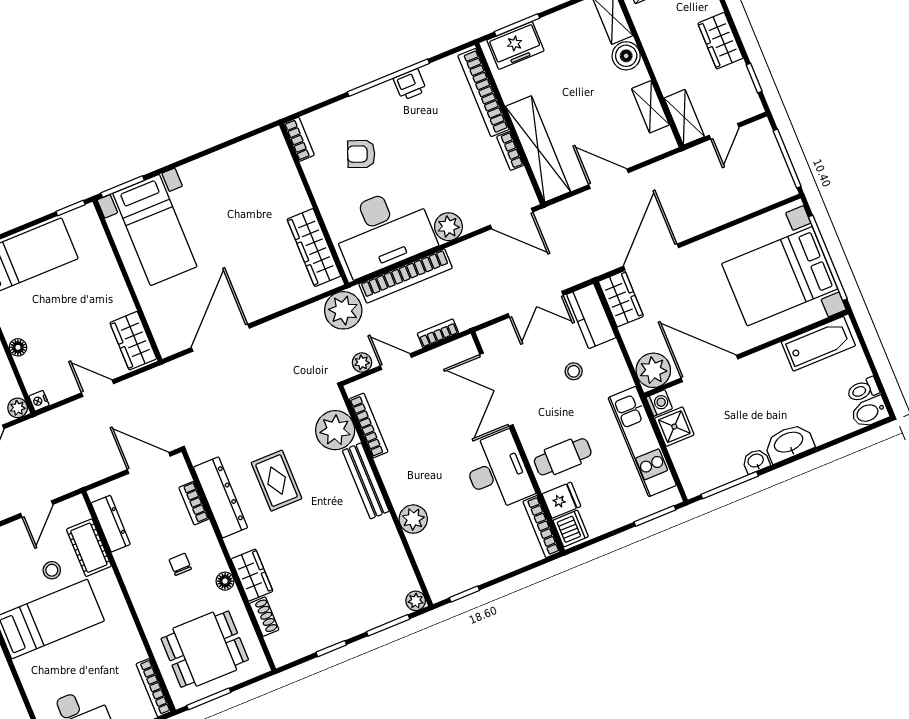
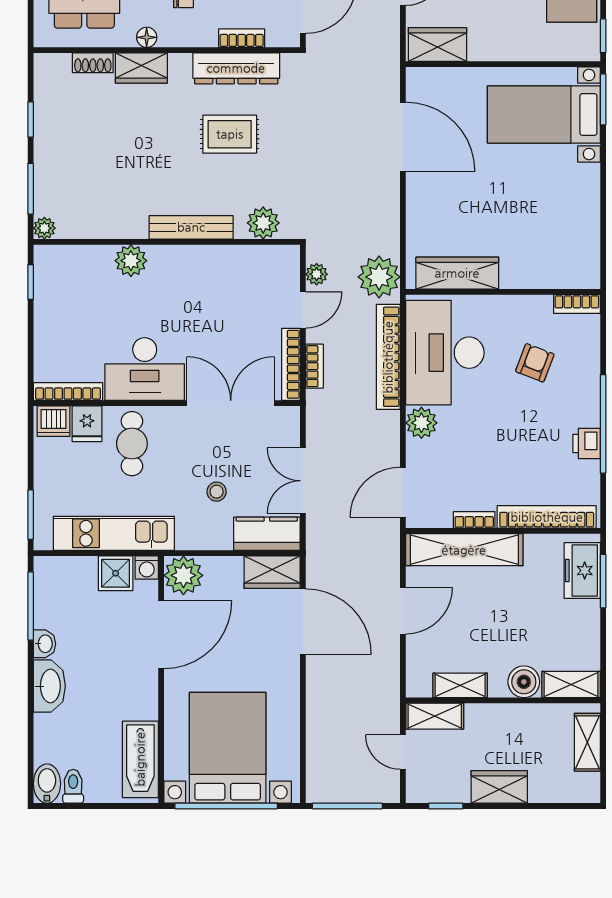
bookcase: (368, 426) -> (291, 364), moved, turned 90
plant: (335, 430) -> (263, 223), width x0.73, depth x0.73

